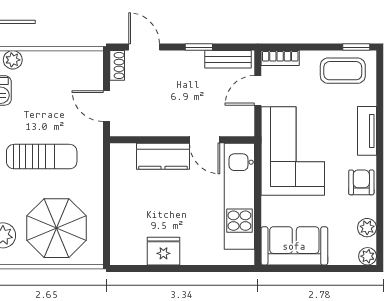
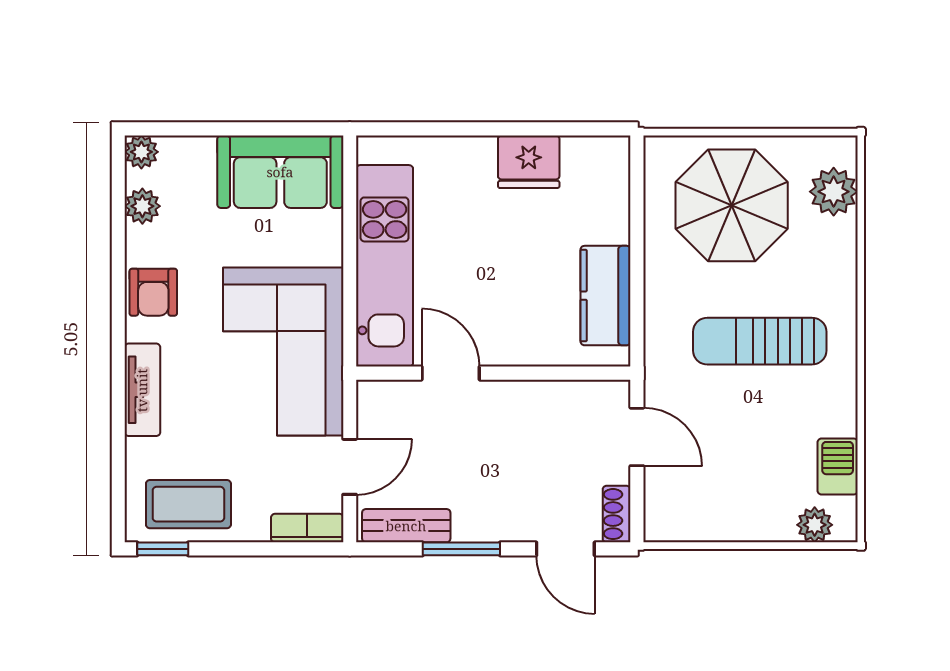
window: (199, 47) -> (461, 549), width x1.50
kitchen counter: (163, 156) -> (605, 296), moved, turned -90

